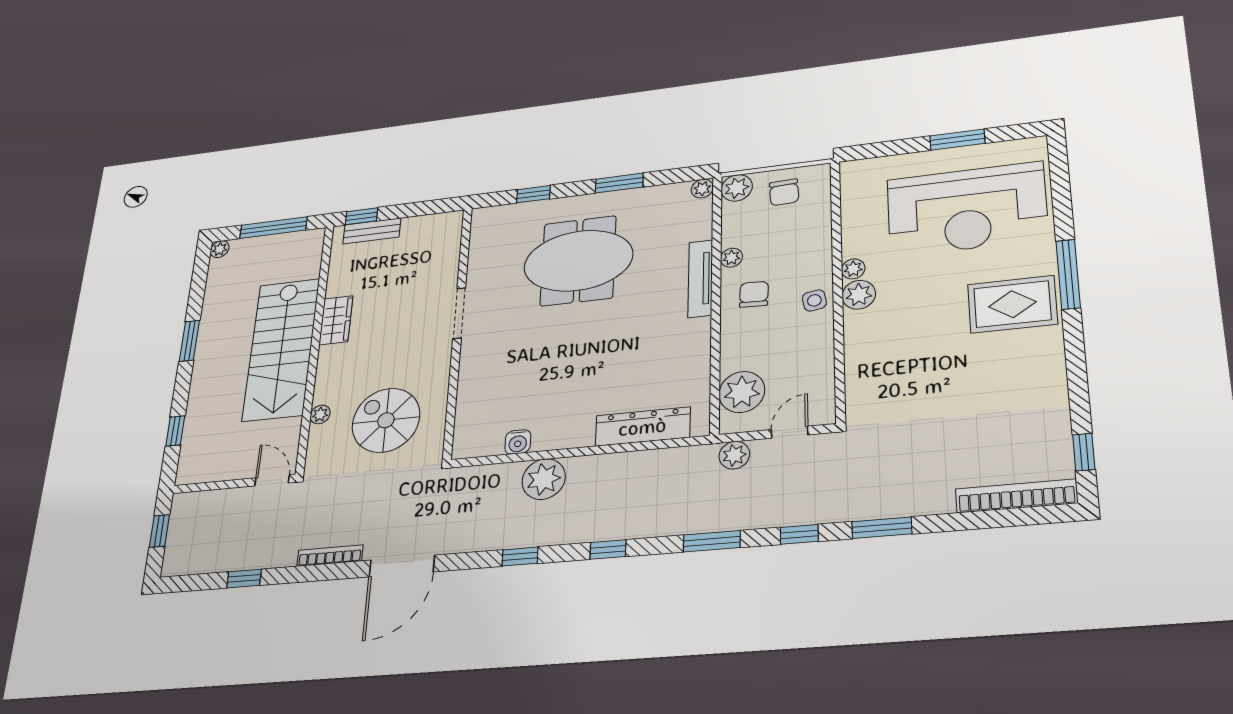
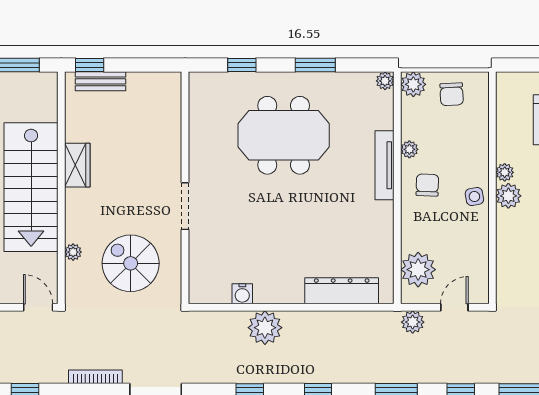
doorway: (459, 313) -> (185, 206), moved

